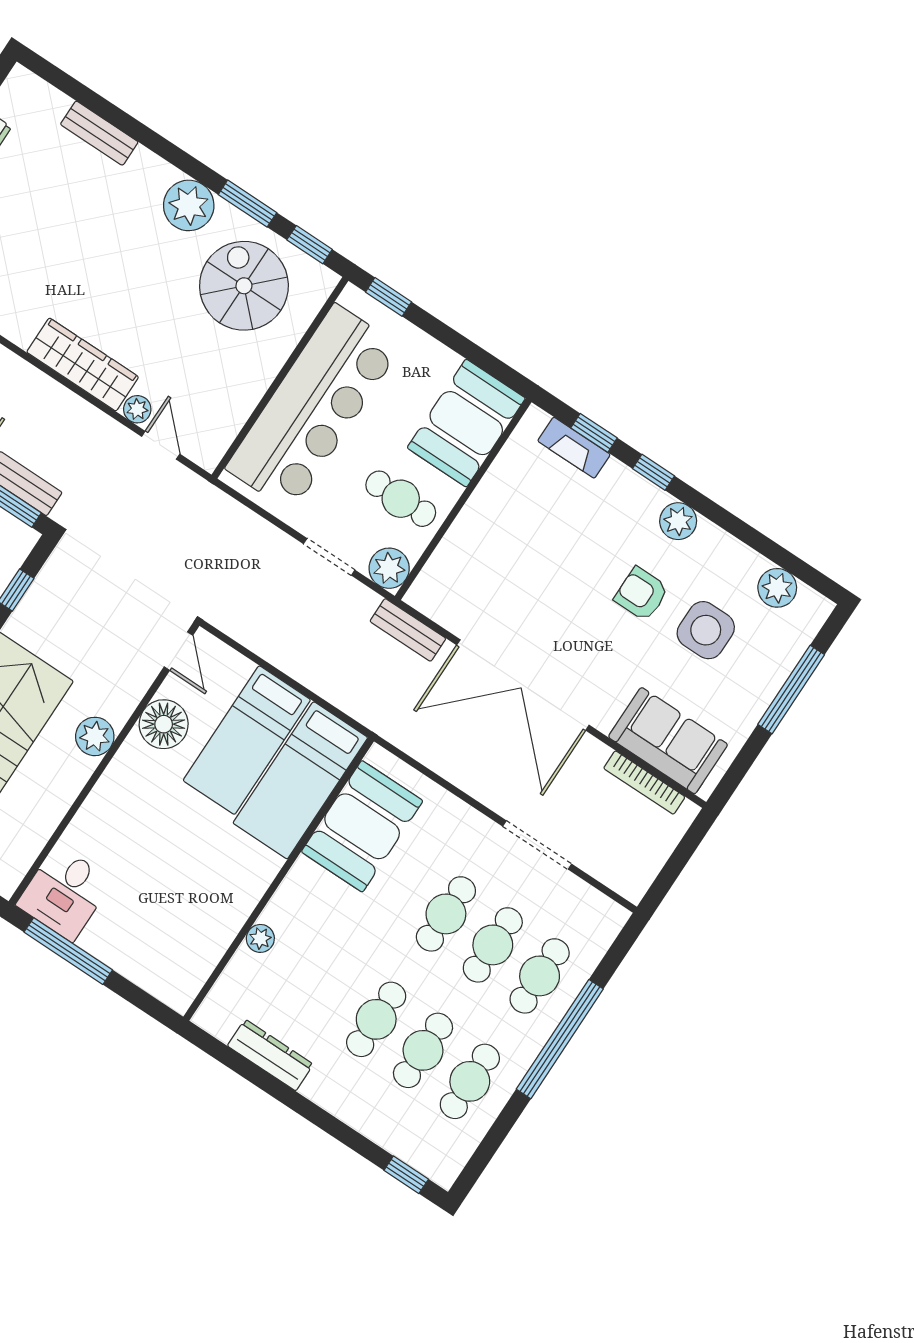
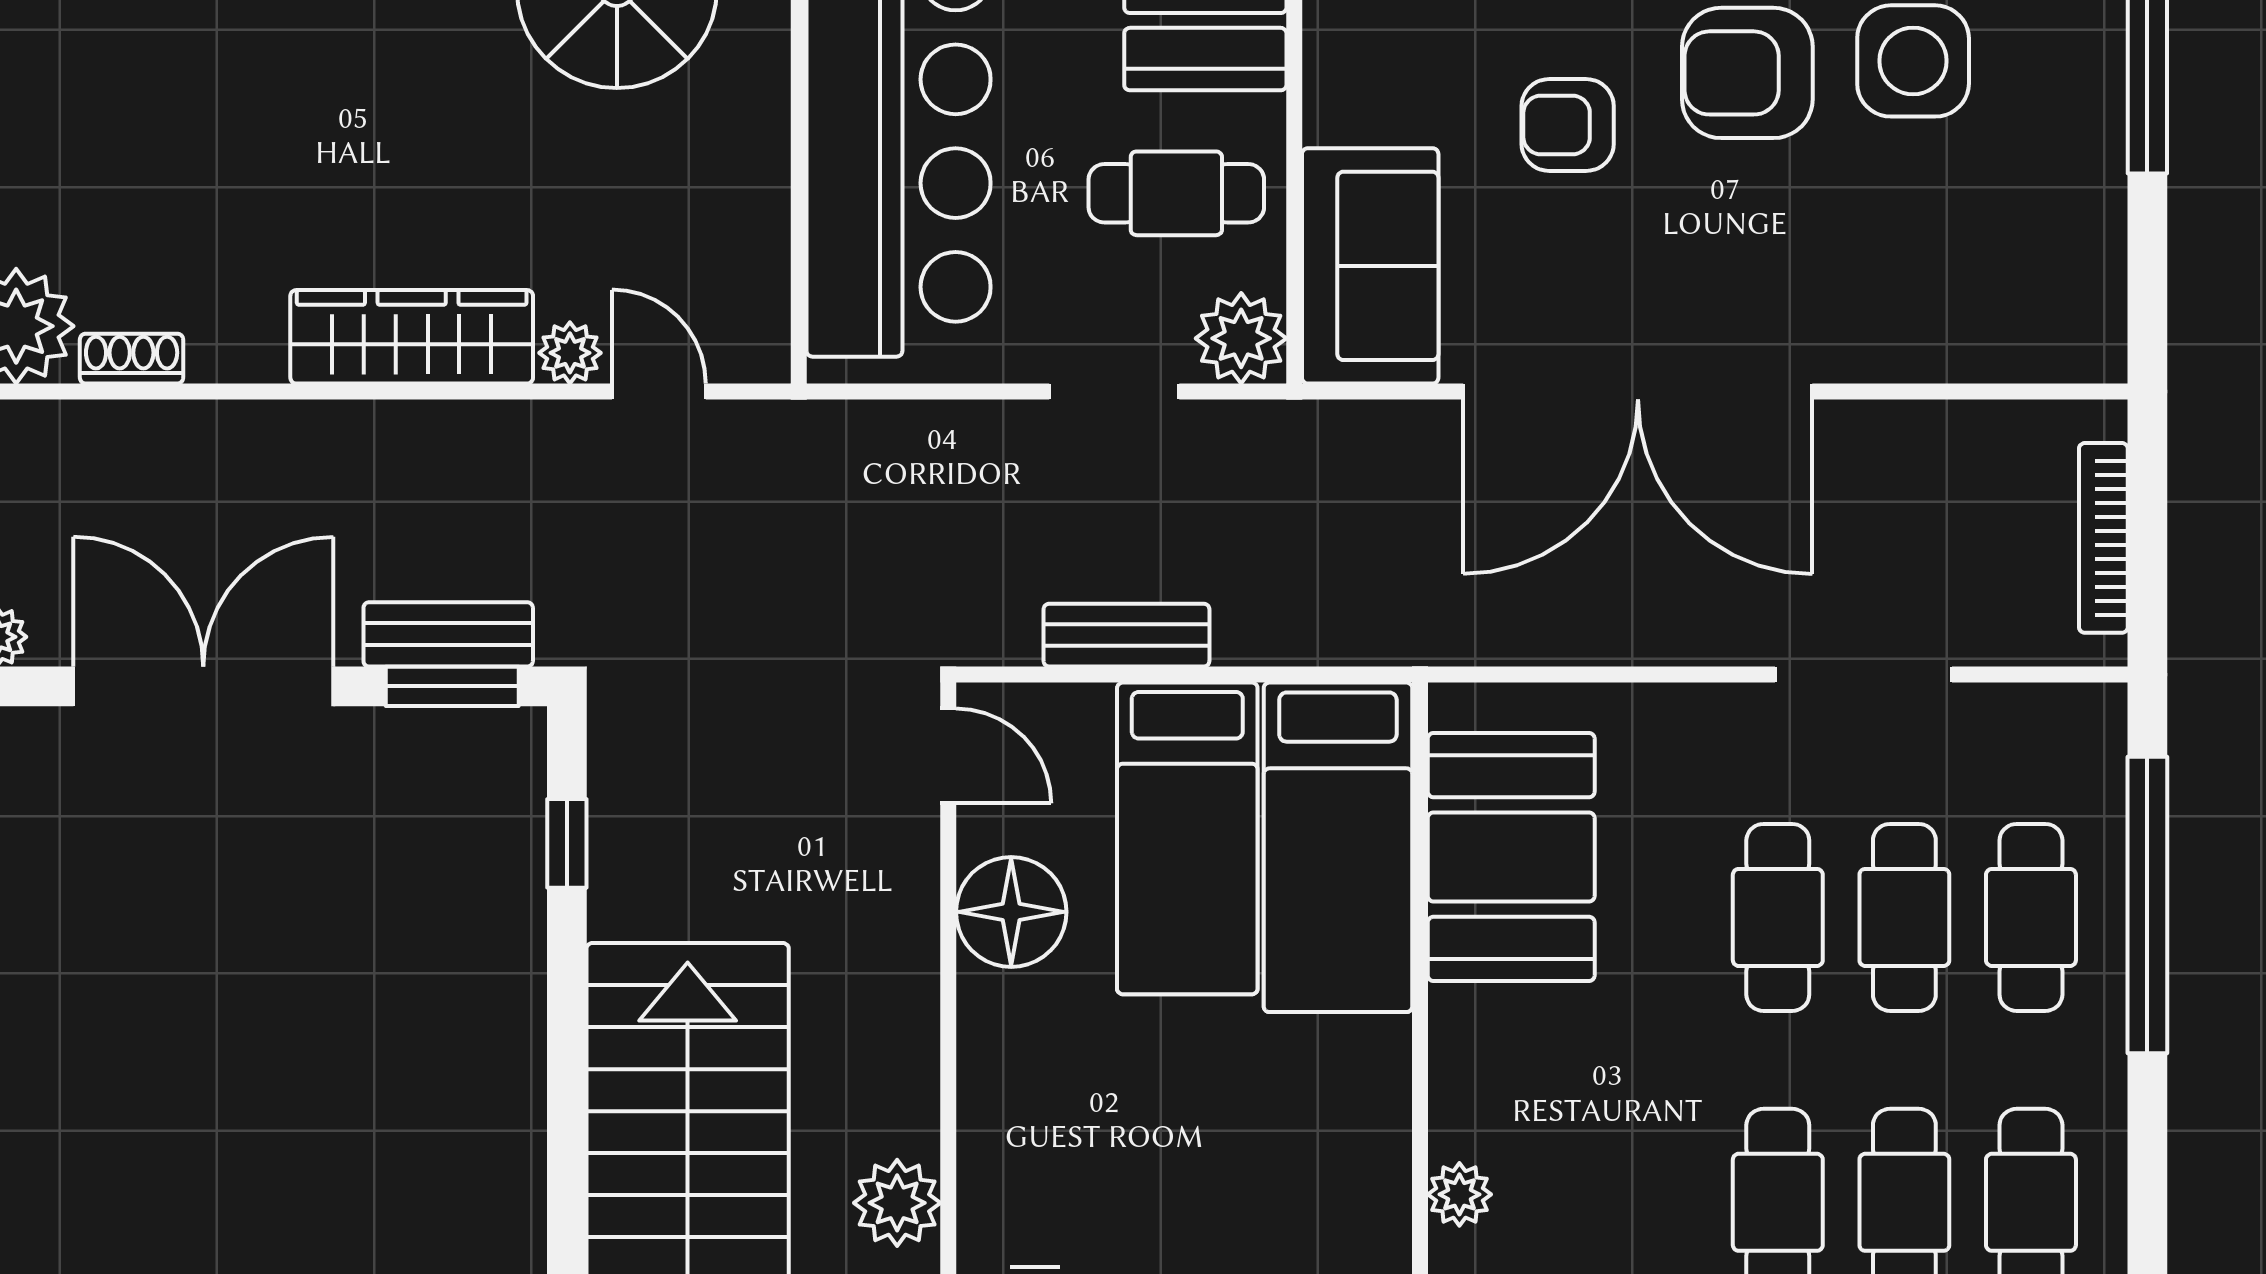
armchair: (562, 569) -> (1568, 125), added
armchair: (641, 594) -> (1747, 73), width x1.38, depth x1.38
bench: (408, 630) -> (1126, 635), moved
plant: (95, 736) -> (897, 1203), moved
sofa: (668, 741) -> (1370, 266), moved, turned 90
bookcase: (644, 783) -> (2103, 538), moved, turned 90
window: (560, 1039) -> (2147, 905), moved

